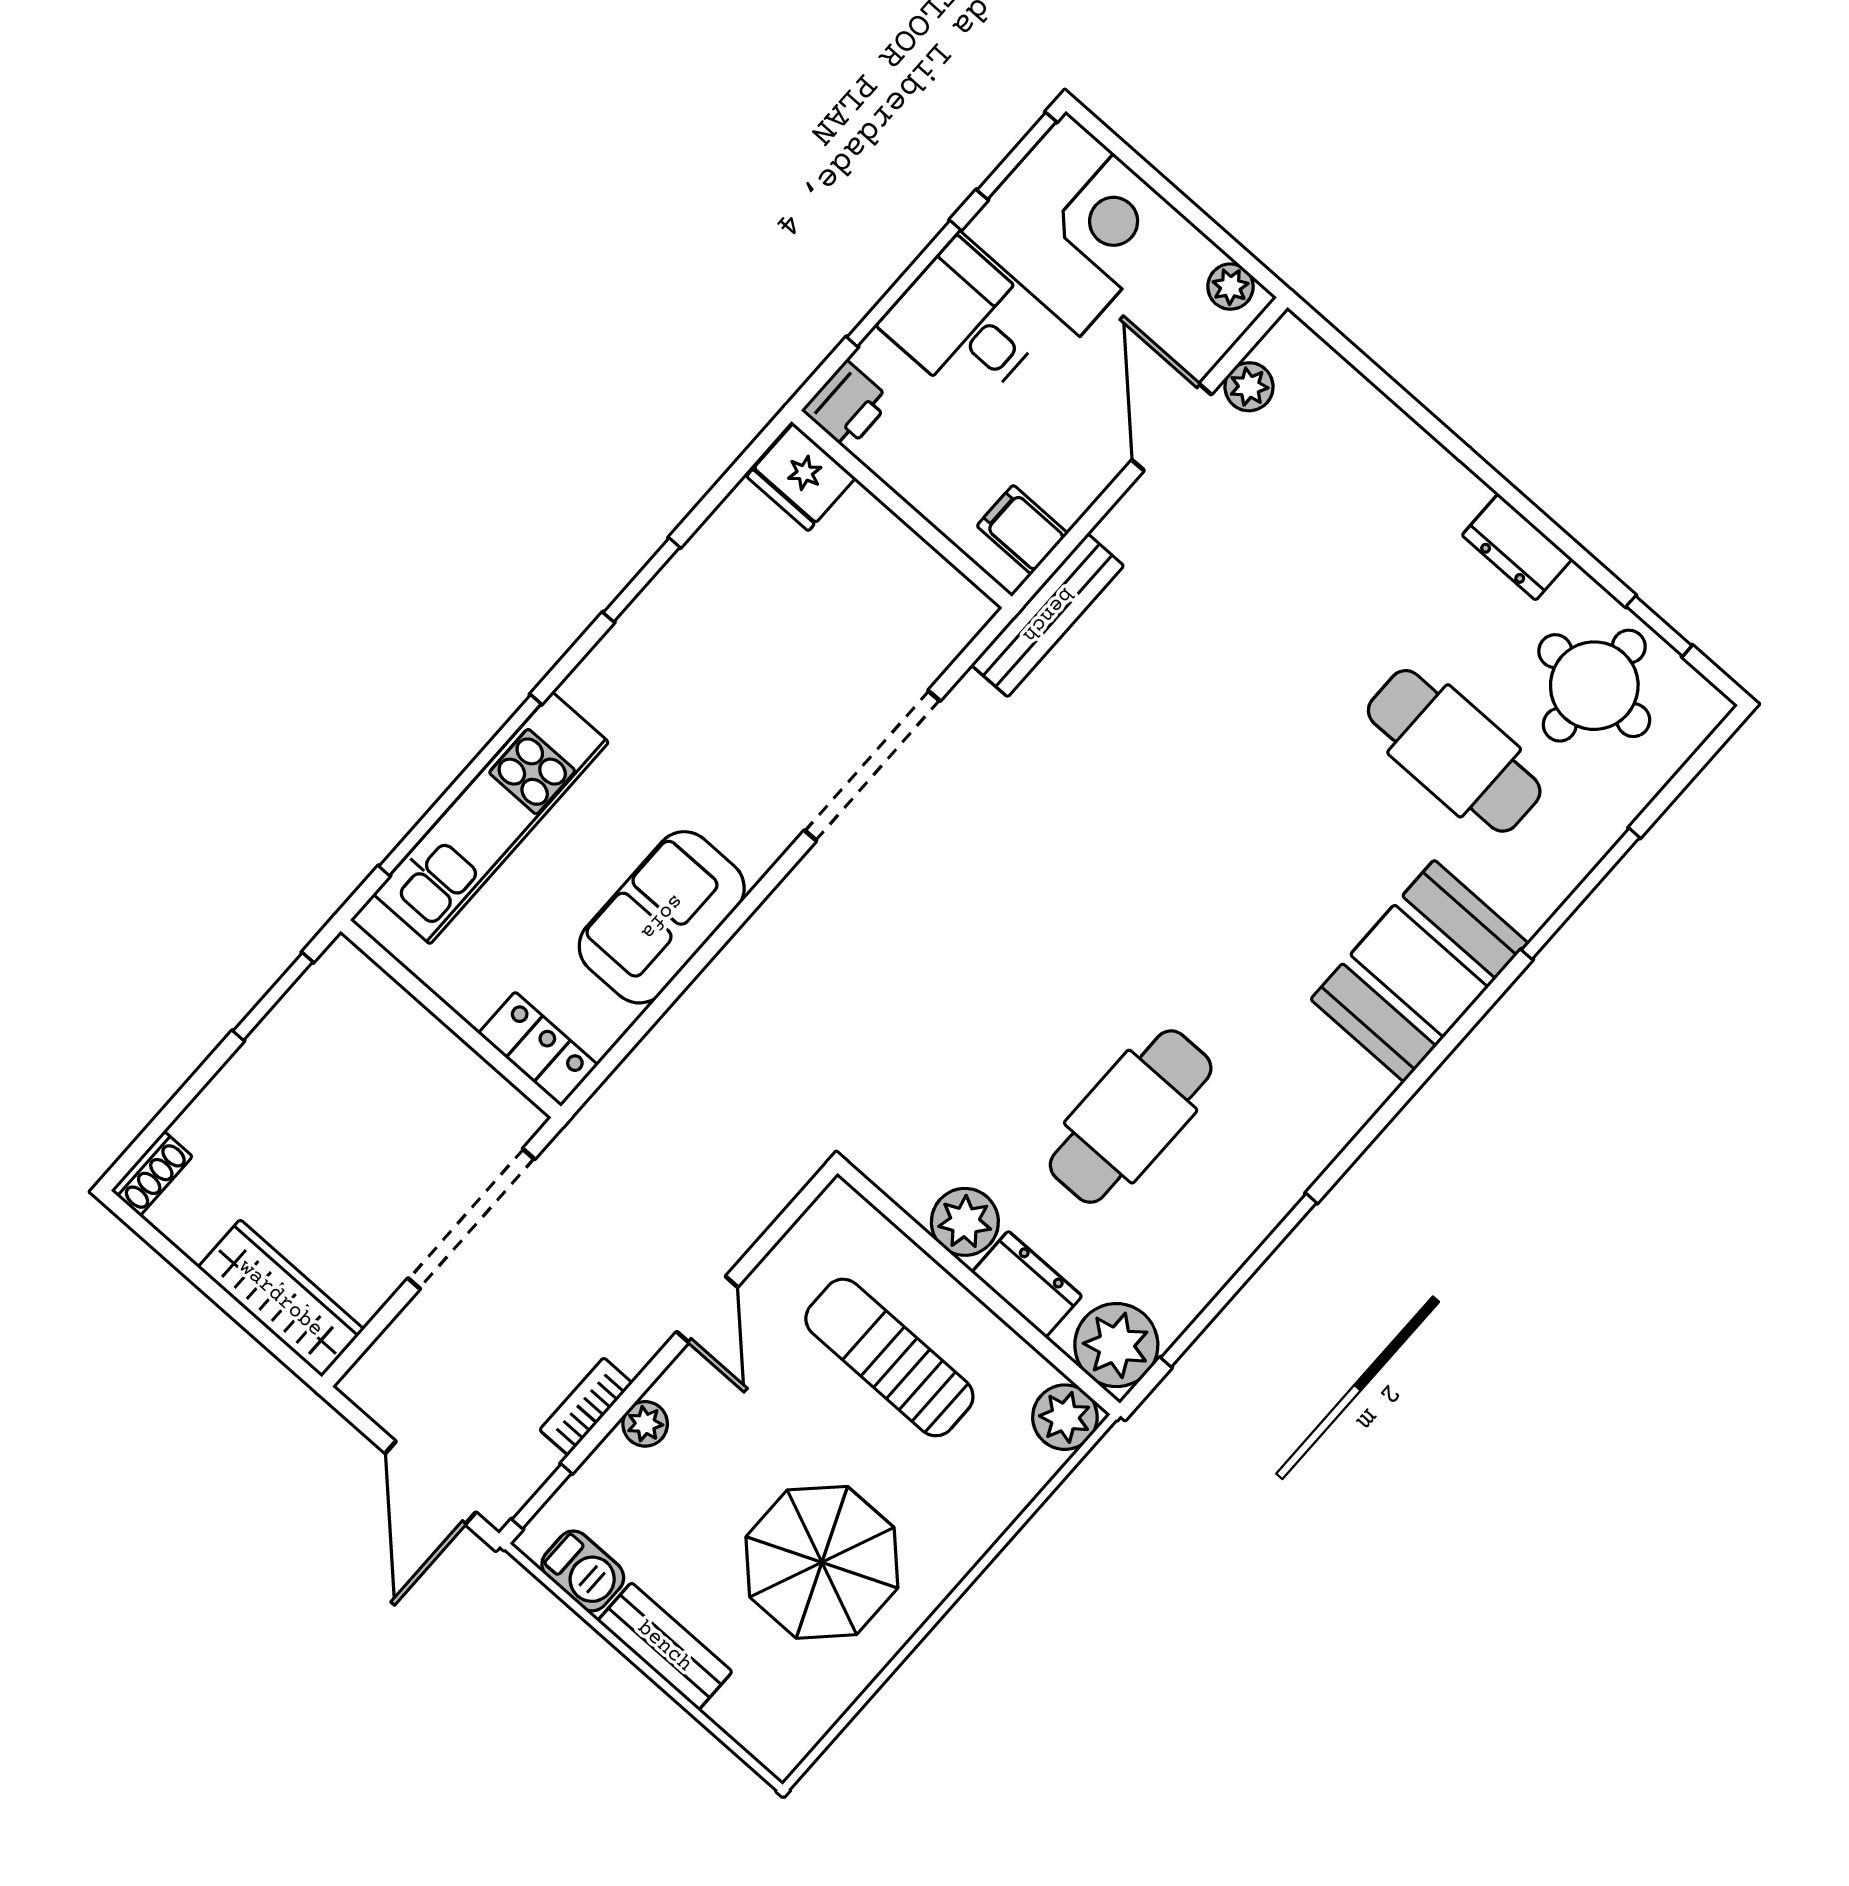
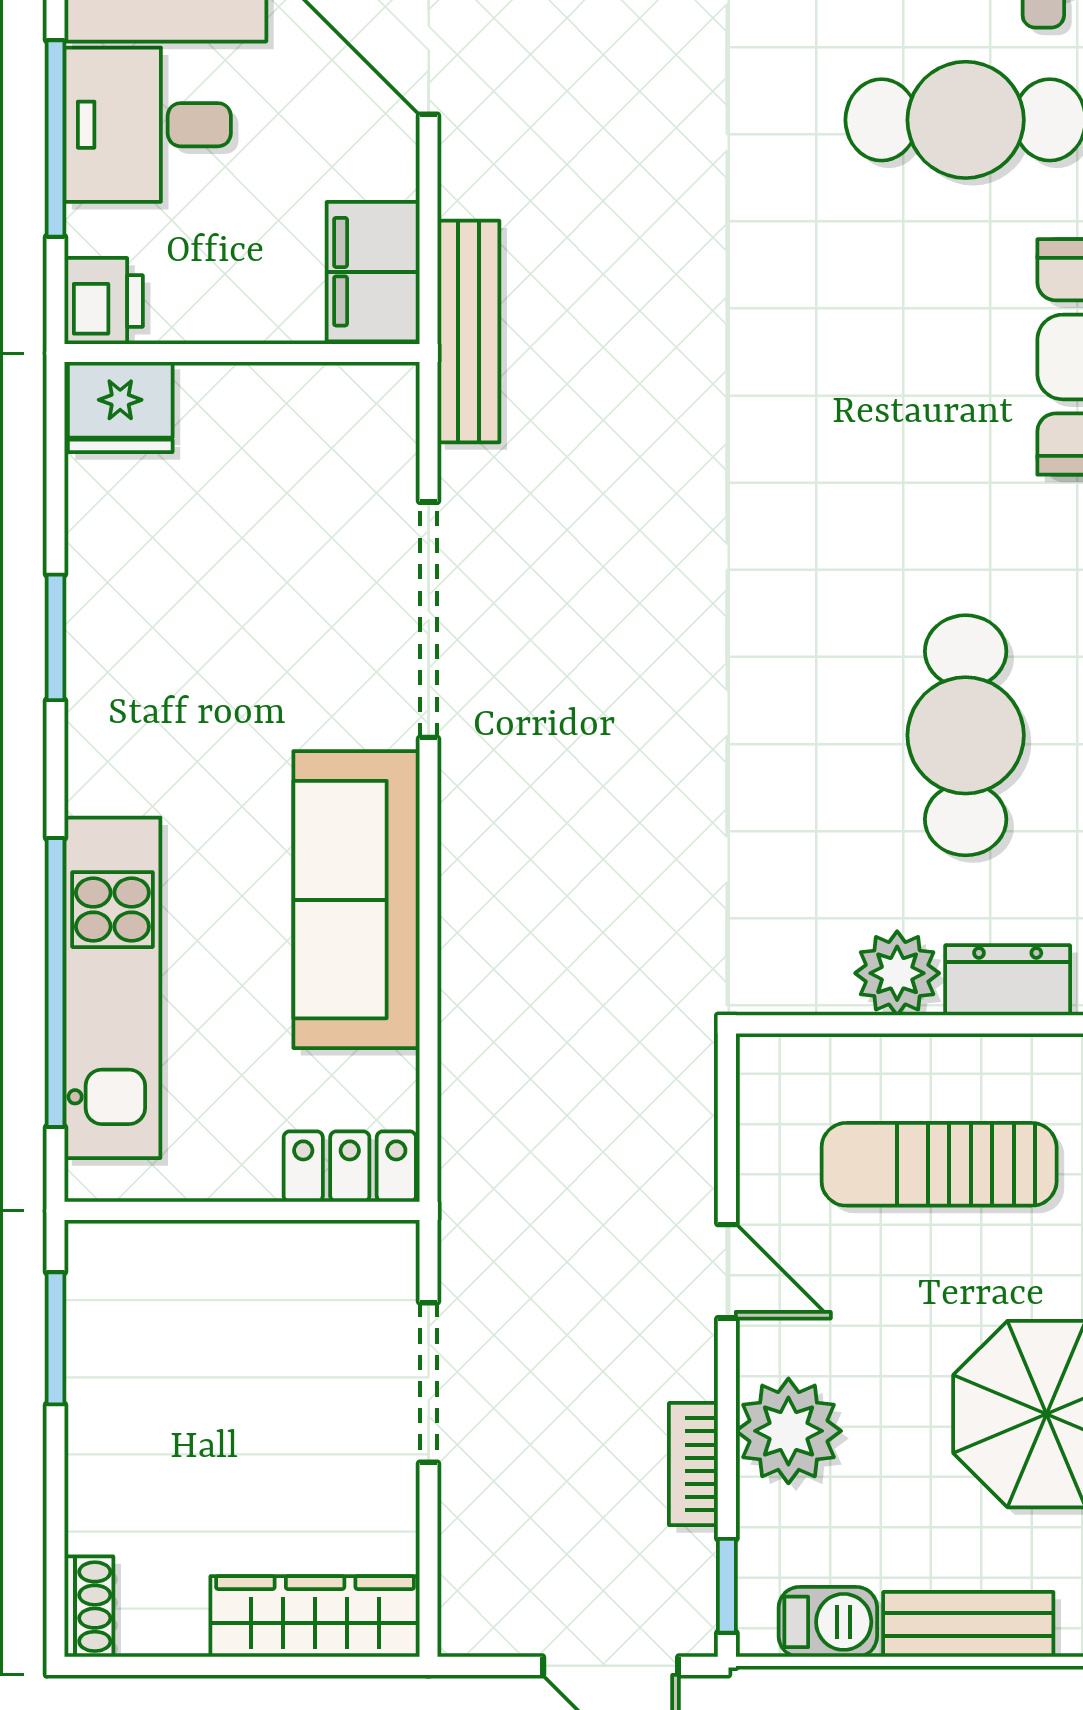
filing cabinet: (1022, 530) -> (373, 272), width x2.00
sofa: (662, 917) -> (356, 900), width x1.36
doorway: (471, 1219) -> (429, 1383), width x0.73
plant: (645, 1424) -> (788, 1431), width x1.88, depth x1.88

